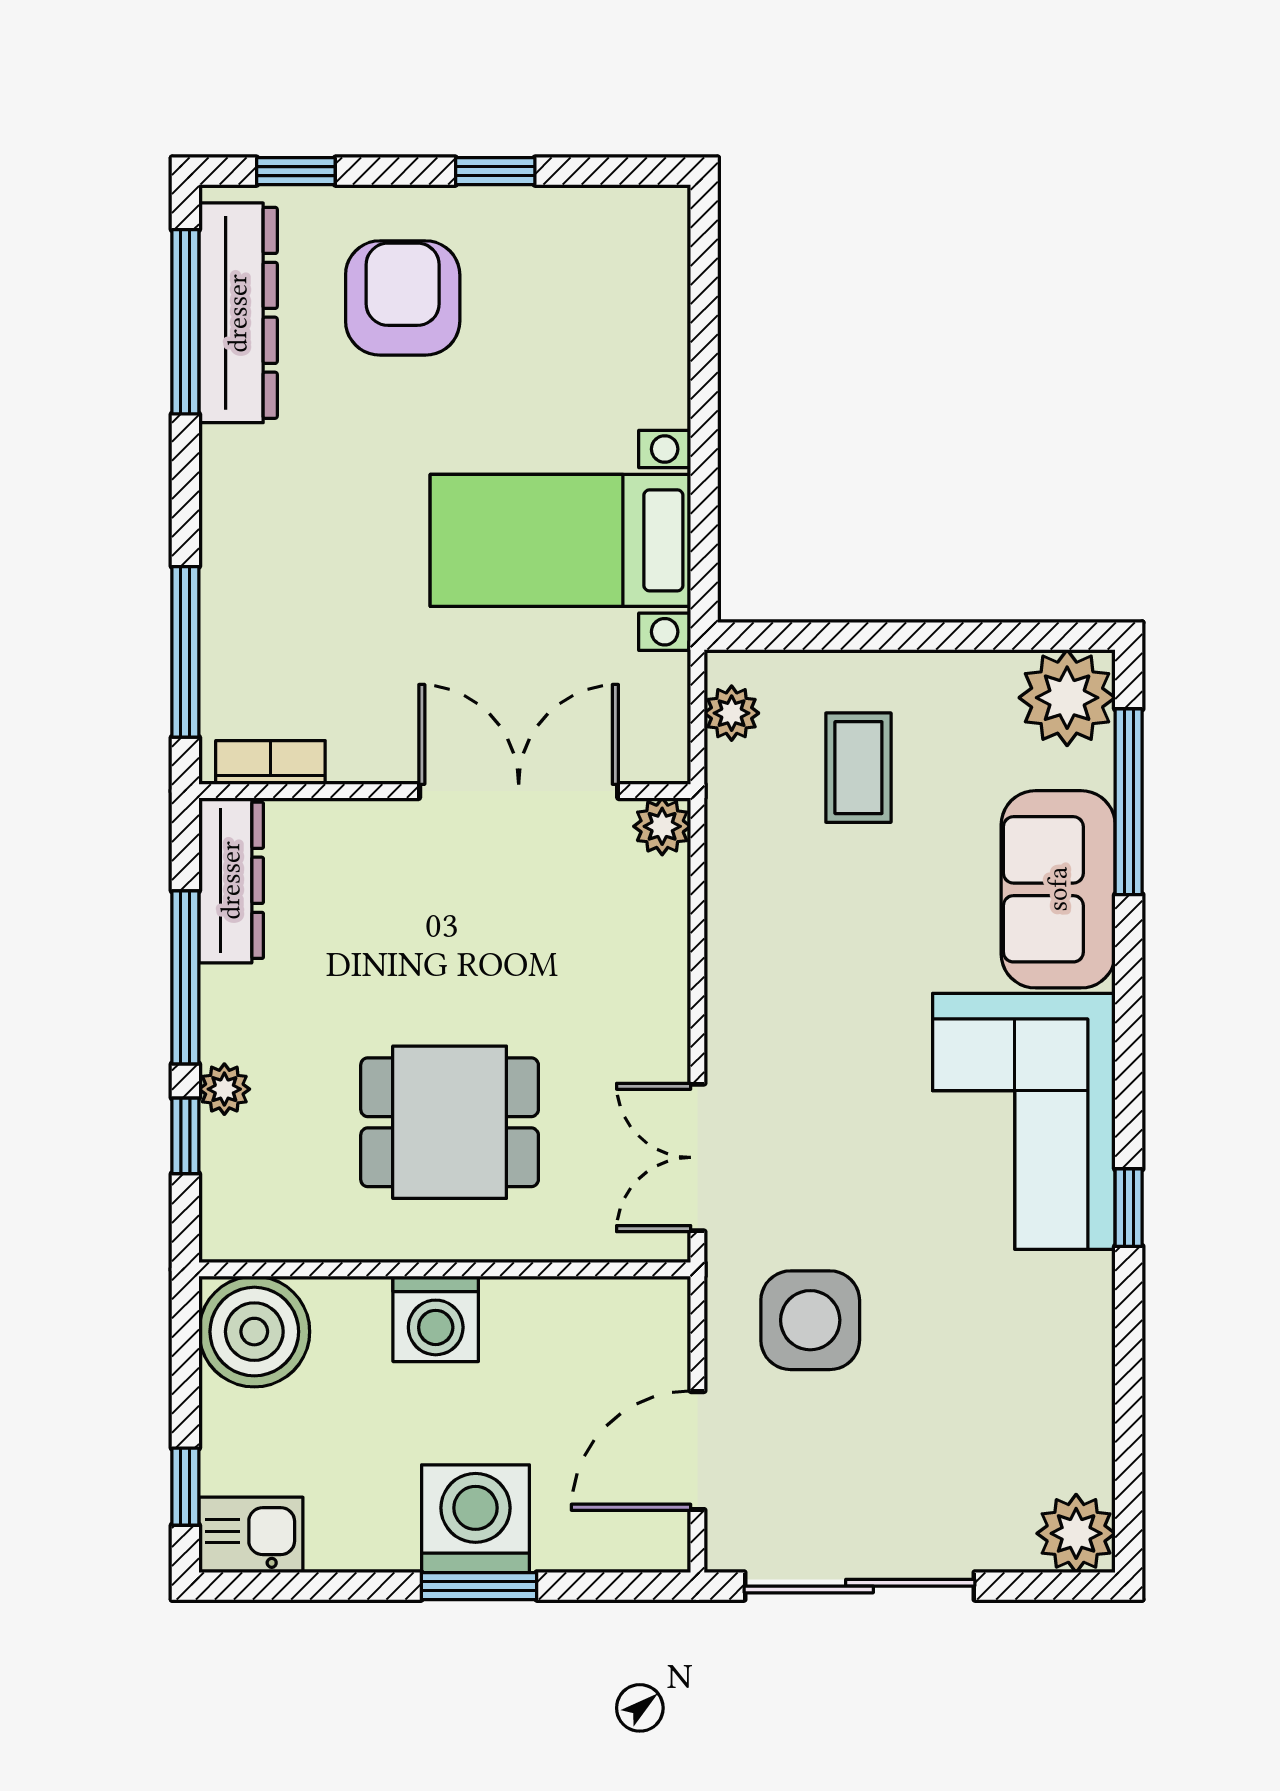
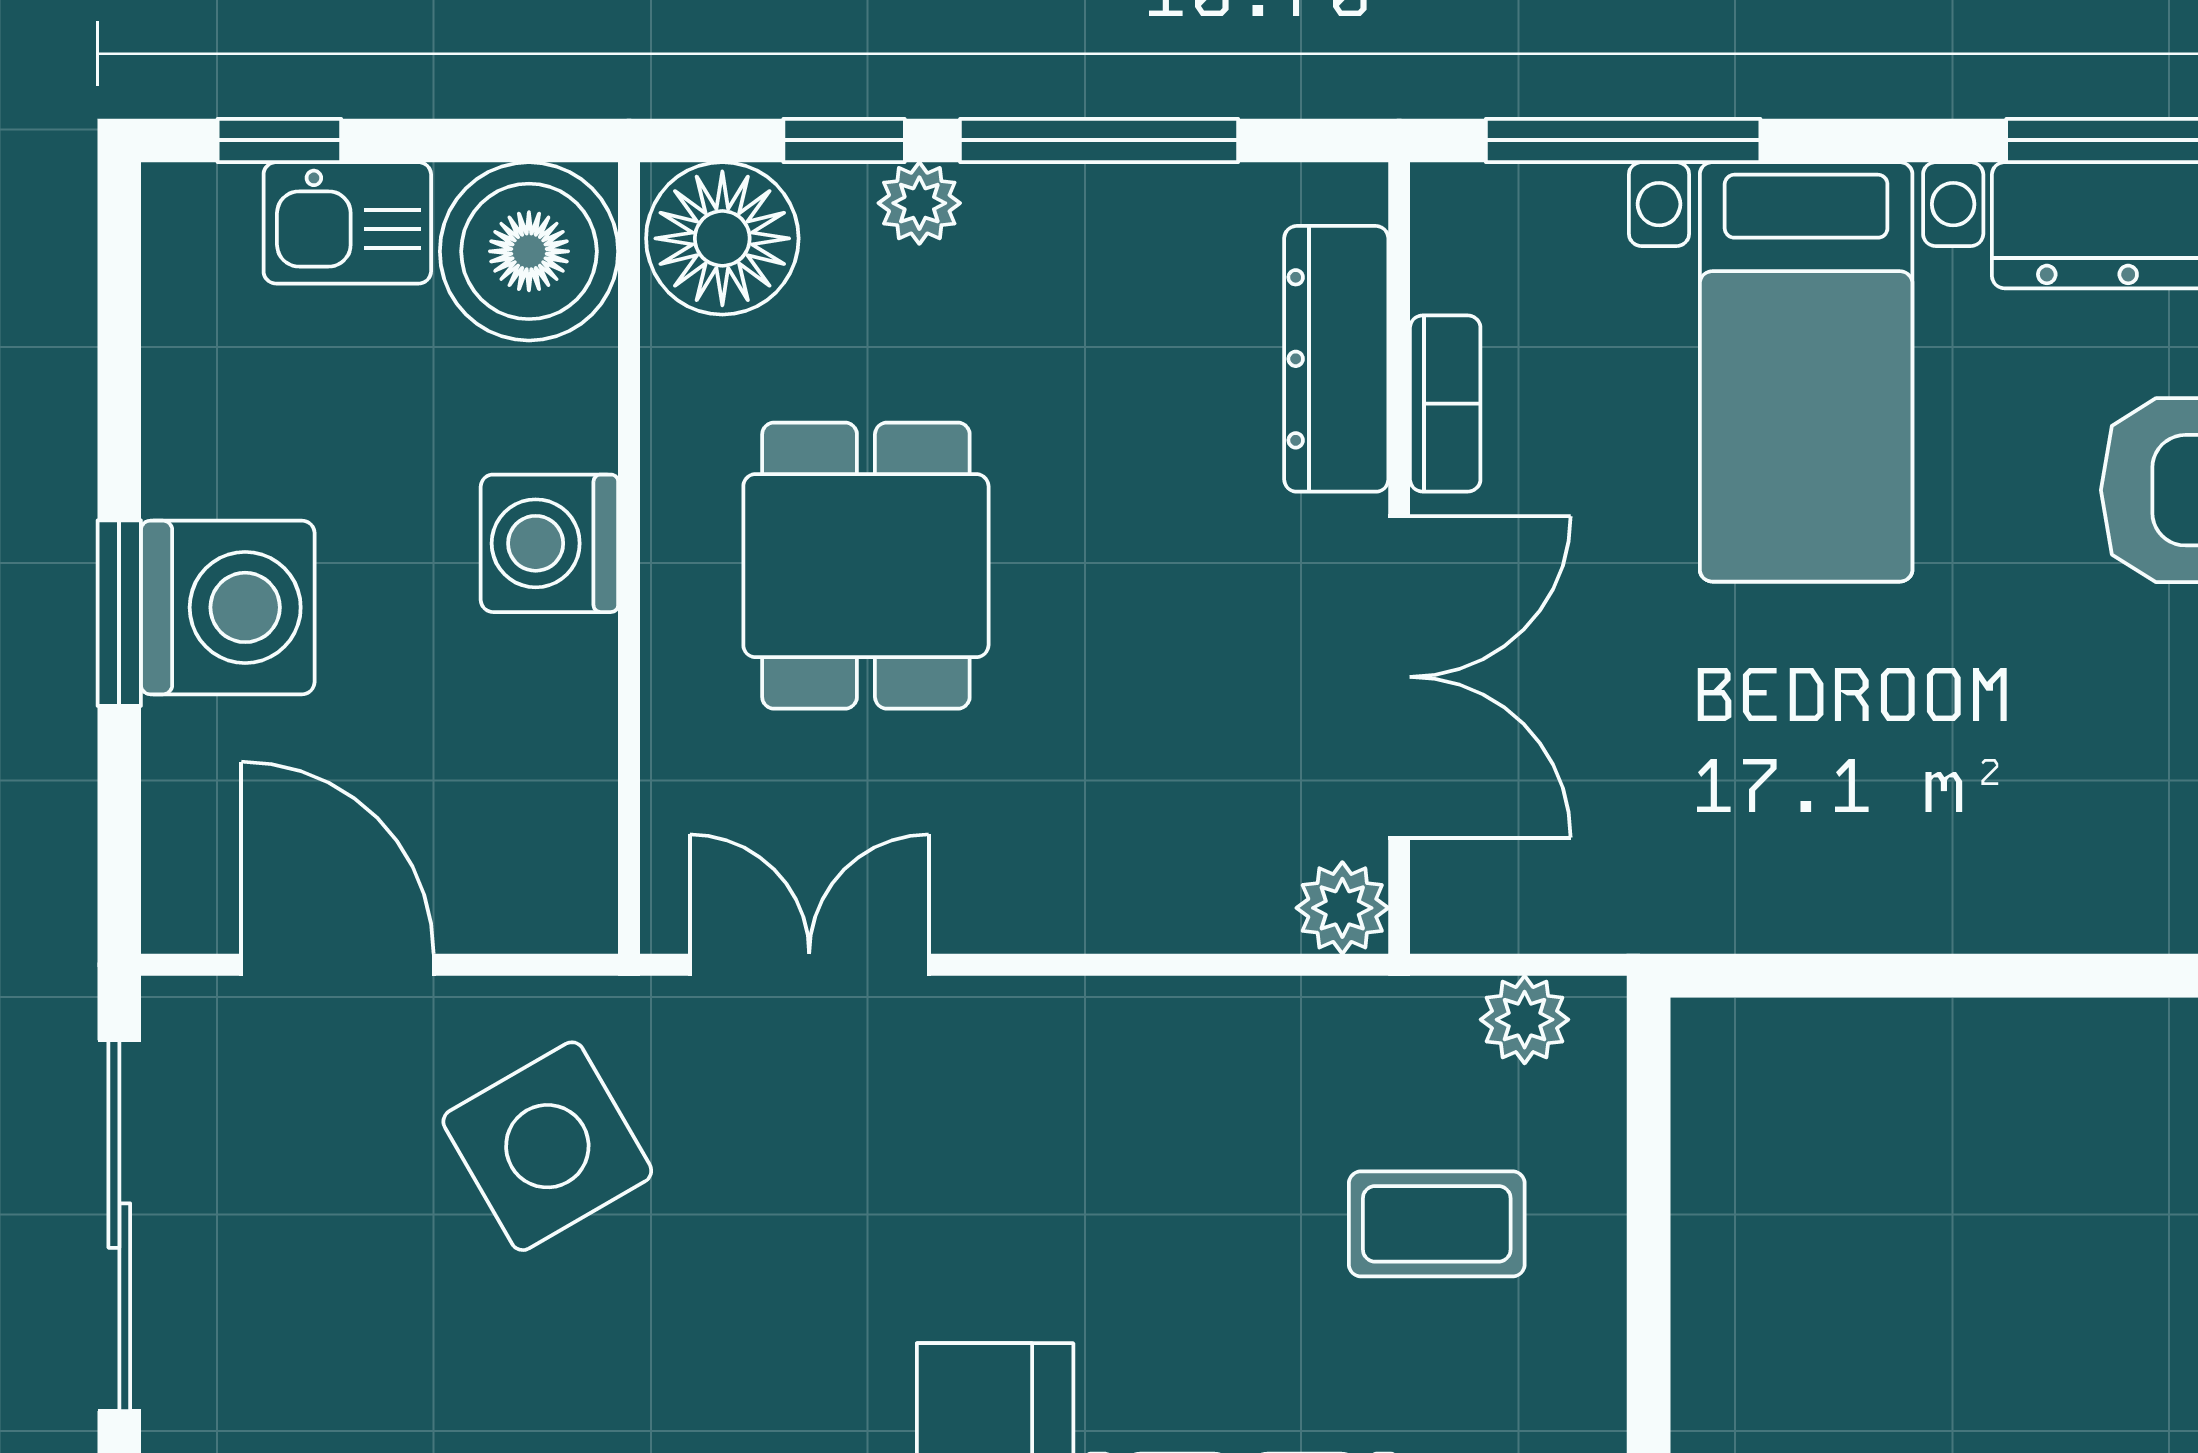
bed with nightstands: (560, 540) -> (1806, 372), moved, turned 180
bookcase: (270, 762) -> (1445, 404), moved
dresser: (231, 880) -> (1336, 359), moved, turned 90
floor lamp: (246, 1211) -> (722, 238), added
side table: (810, 1320) -> (547, 1146), turned -30
kitchen sink: (251, 1535) -> (347, 223), moved, turned 90

